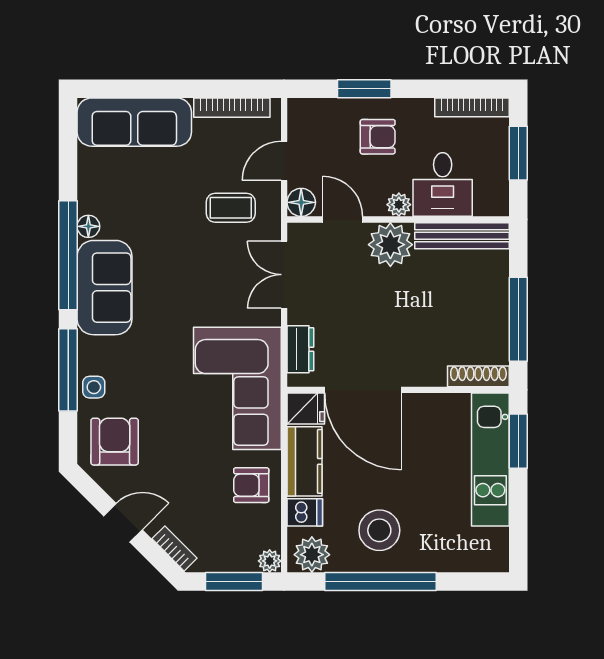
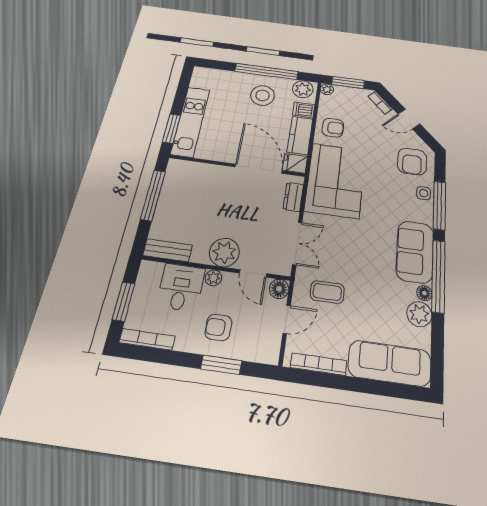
plant: (95, 195) -> (419, 314), added
bench: (462, 236) -> (168, 250), width x0.73
shoe rack: (478, 376) -> (186, 166), removed

